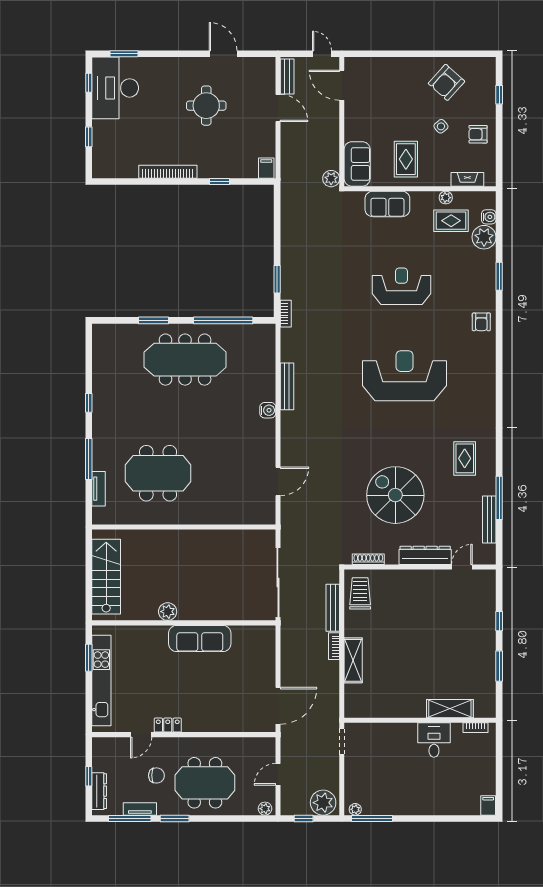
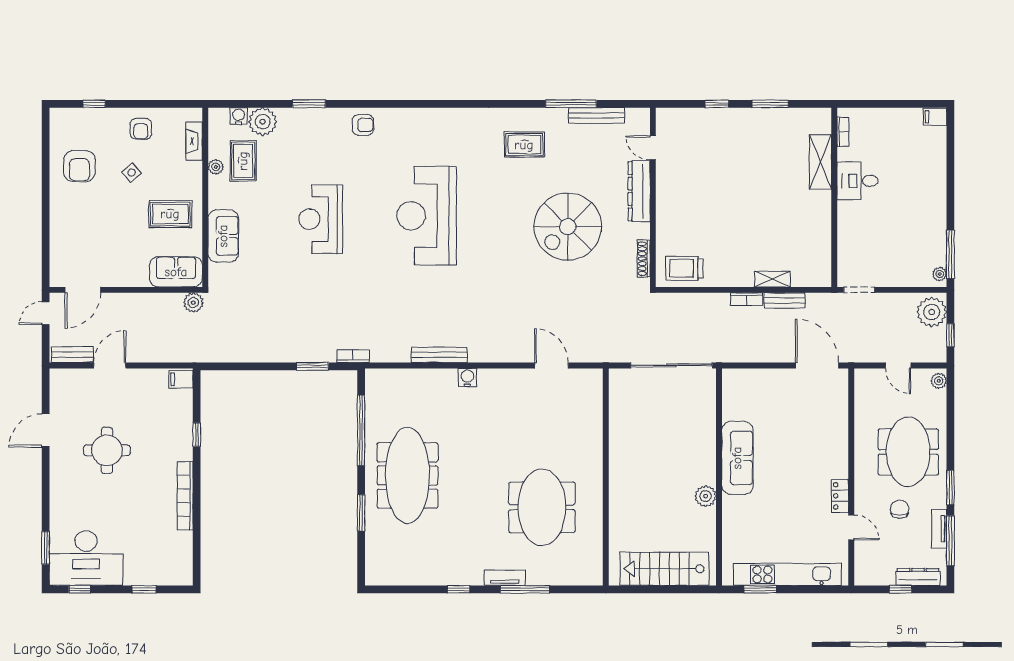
armchair: (446, 82) -> (80, 166), turned 48
tv unit: (99, 489) -> (505, 578), moved
bench: (333, 608) -> (784, 301), moved, width x0.73
shelving: (353, 660) -> (772, 279), width x0.67, depth x0.75

